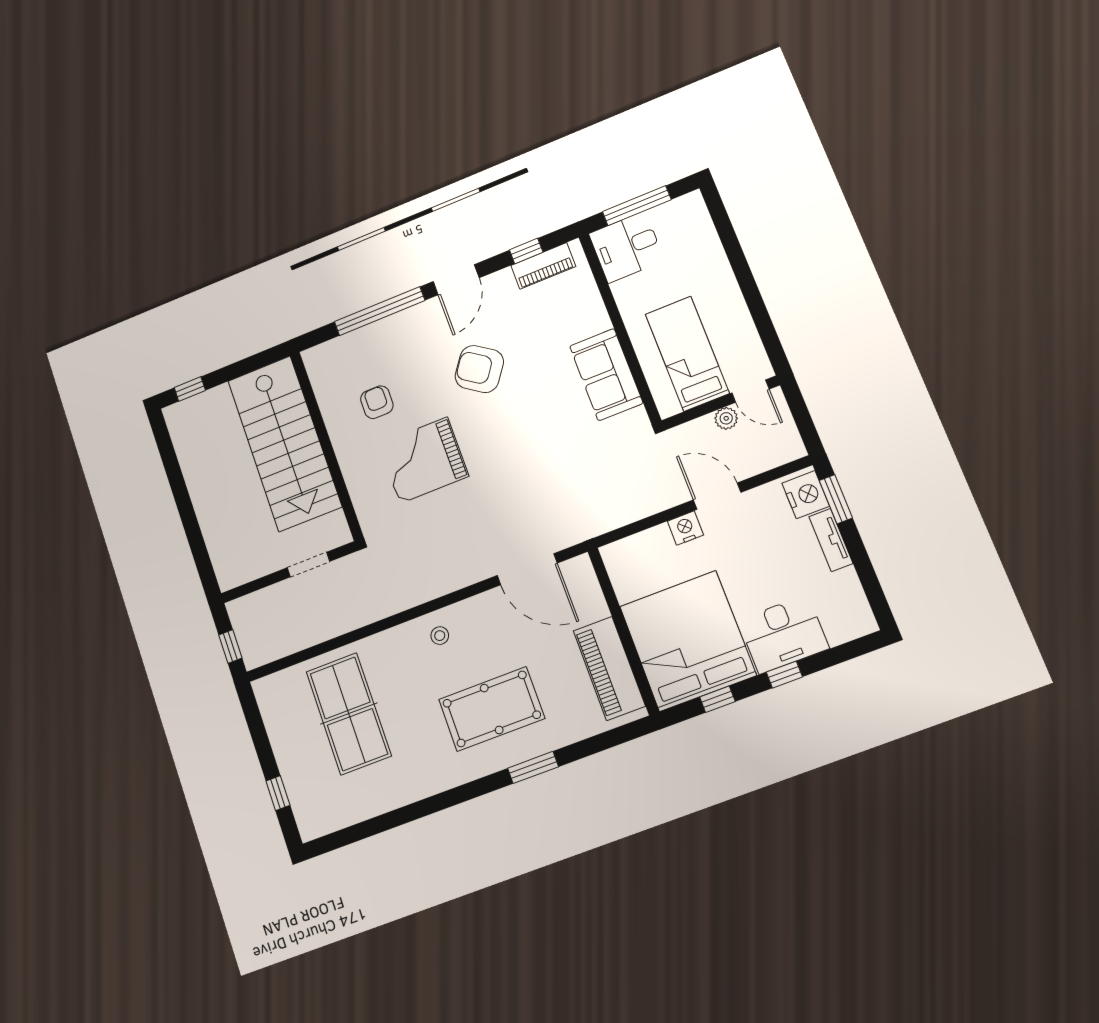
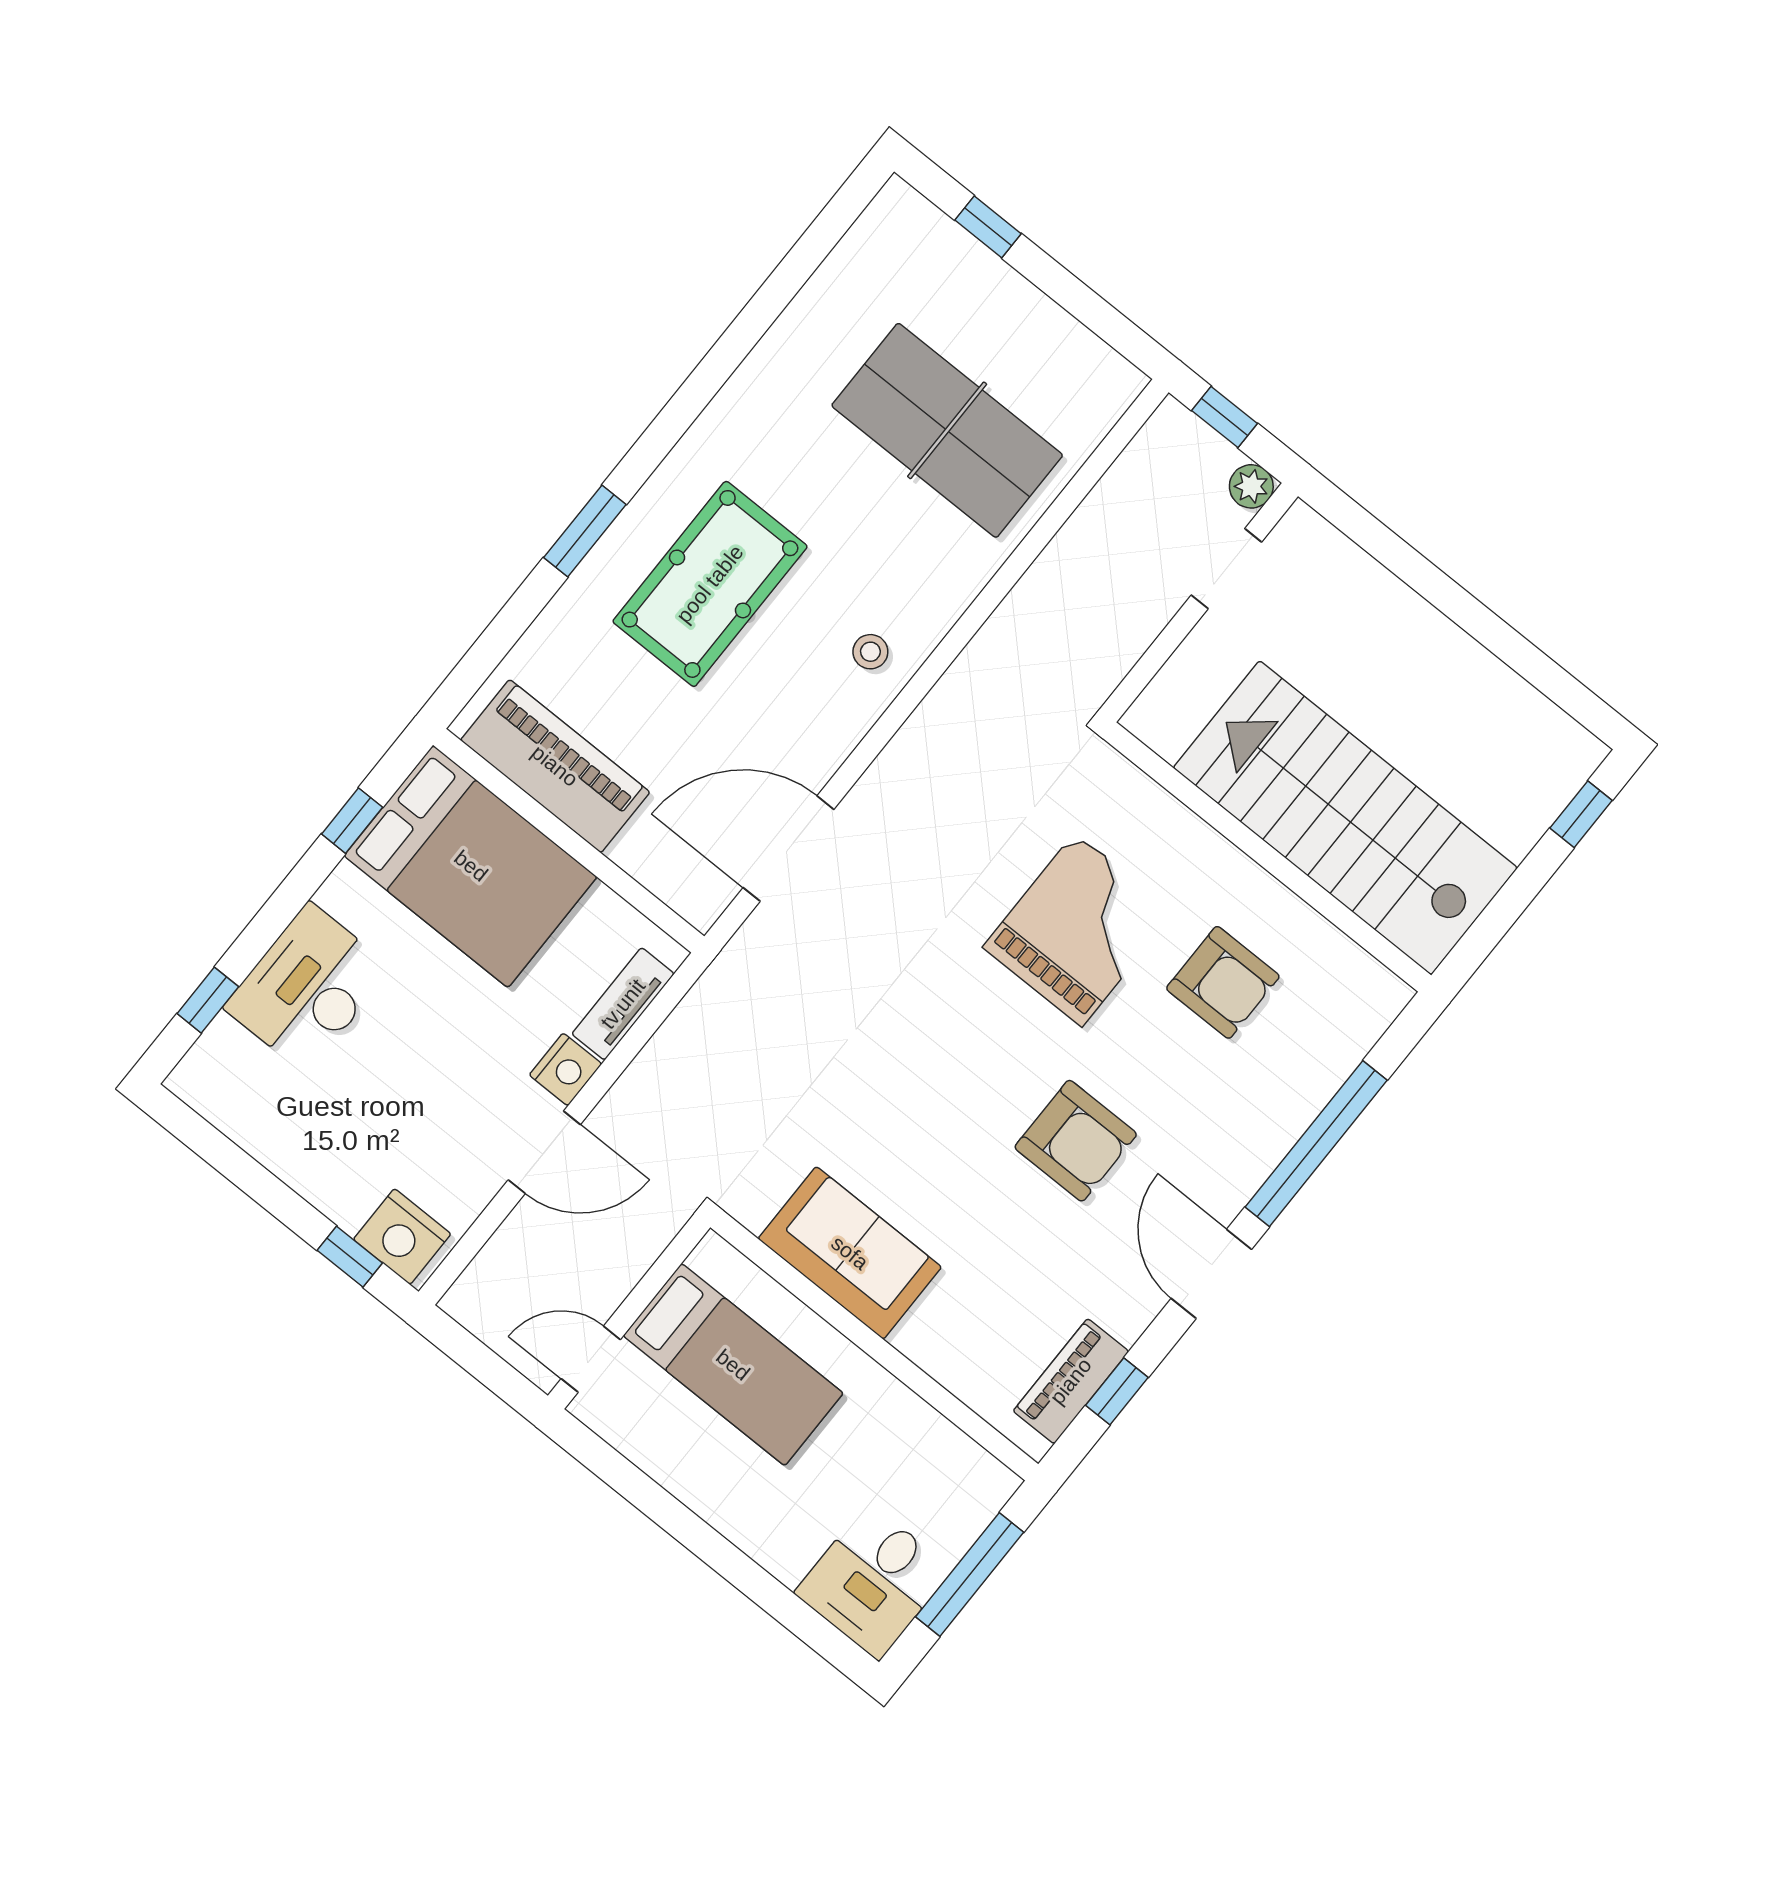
desk: (627, 247) -> (873, 1581), moved, turned 180
armchair: (479, 369) -> (1076, 1141), turned 55
armchair: (377, 402) -> (1223, 982), width x1.38, depth x1.38
plant: (726, 418) -> (1251, 486), moved
window: (836, 499) -> (350, 1257), width x0.67
tv unit: (831, 540) -> (623, 1004), moved, turned -90
doorway: (308, 565) -> (1226, 569), moved
bed: (688, 641) -> (471, 866), width x0.73
window: (784, 675) -> (208, 1000), moved

